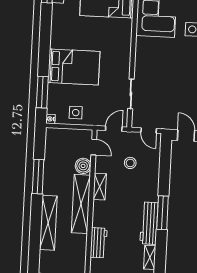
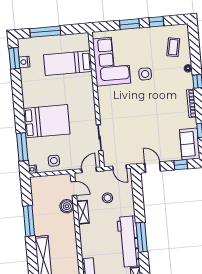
shelving: (100, 187) -> (83, 212), moved
shelving: (81, 204) -> (70, 240), removed
workbench: (149, 223) -> (128, 242), width x1.36, depth x1.32

